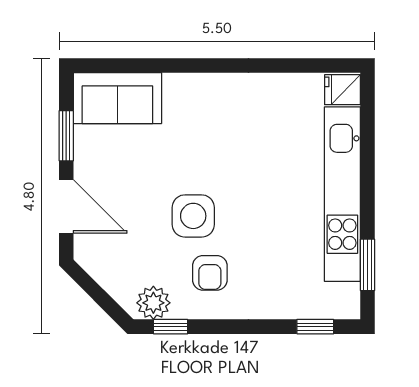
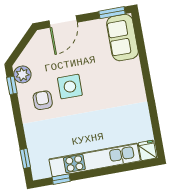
window: (66, 136) -> (112, 13), moved
window: (368, 265) -> (61, 179), width x0.67
armchair: (210, 273) -> (43, 100), turned 90

